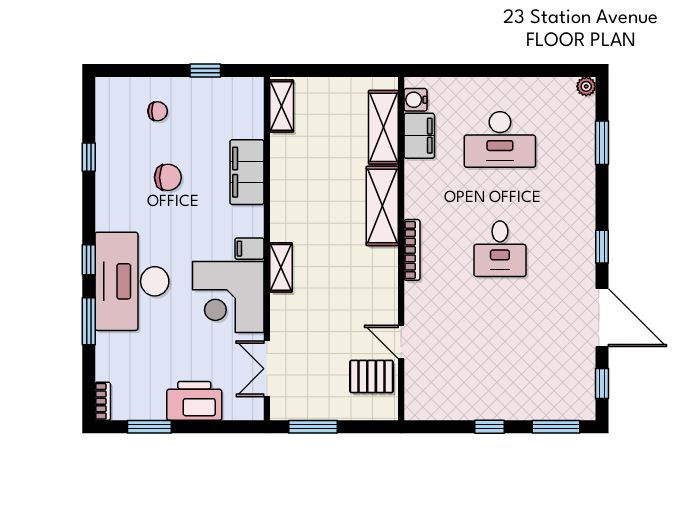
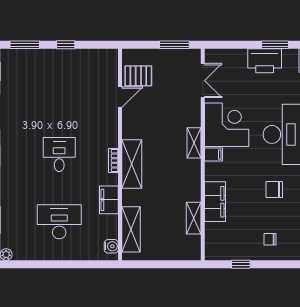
shelving: (282, 106) -> (194, 218), moved
filing cabinet: (419, 136) -> (109, 200), moved
chair: (168, 177) -> (274, 190), moved
shelving: (382, 206) -> (132, 164), moved
bookcase: (412, 250) -> (113, 161), width x0.64
door: (401, 342) -> (120, 97), hinge flipped
printer: (194, 401) -> (265, 61), moved

